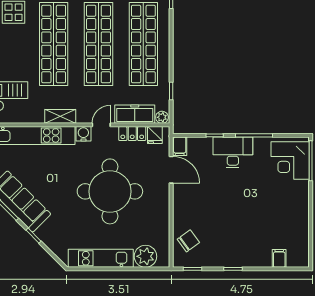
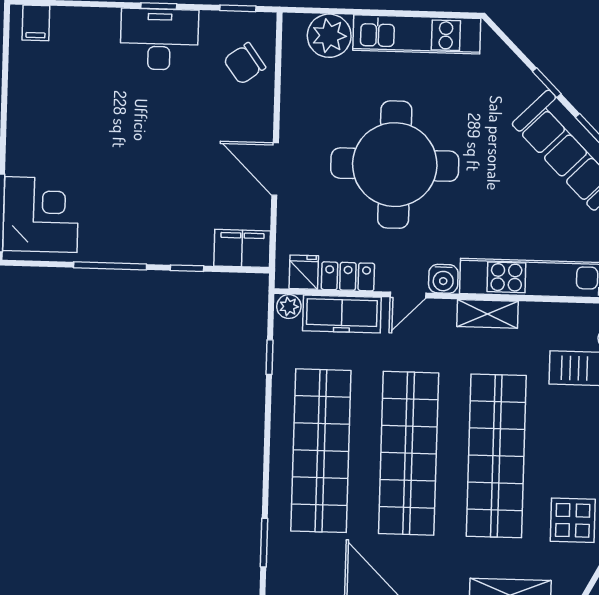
filing cabinet: (180, 146) -> (242, 248), width x2.00
desk: (233, 152) -> (159, 39), moved, turned 180
door: (171, 170) -> (275, 169), moved
filing cabinet: (279, 258) -> (36, 23), moved

